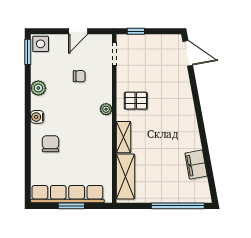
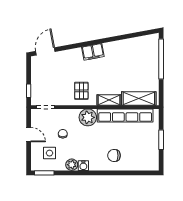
side table: (41, 44) -> (50, 153), moved
plant: (106, 109) -> (88, 117), width x1.88, depth x1.88
water cooler: (37, 117) -> (83, 166), moved
filing cabinet: (196, 165) -> (93, 52), moved
row of seats: (67, 194) -> (125, 115), moved, turned -90

